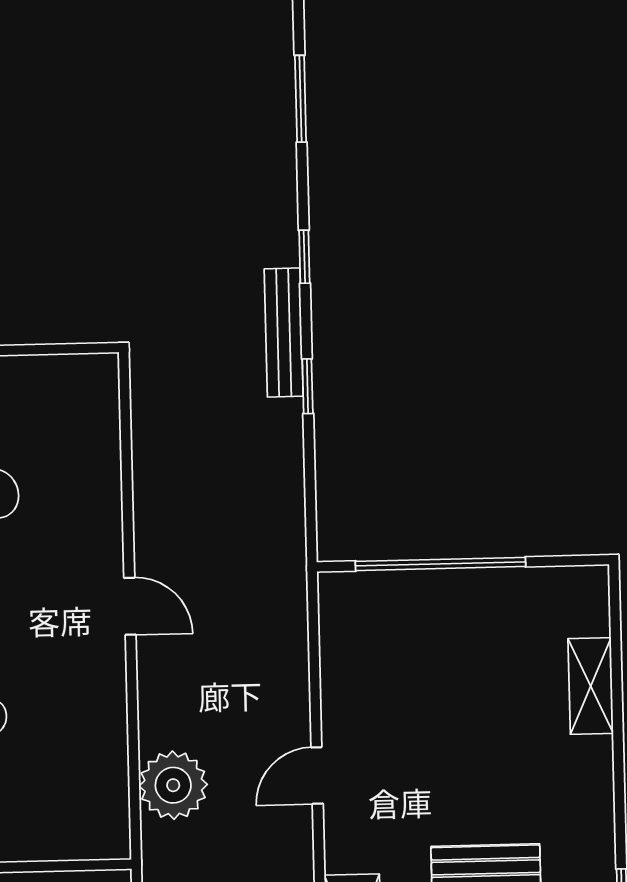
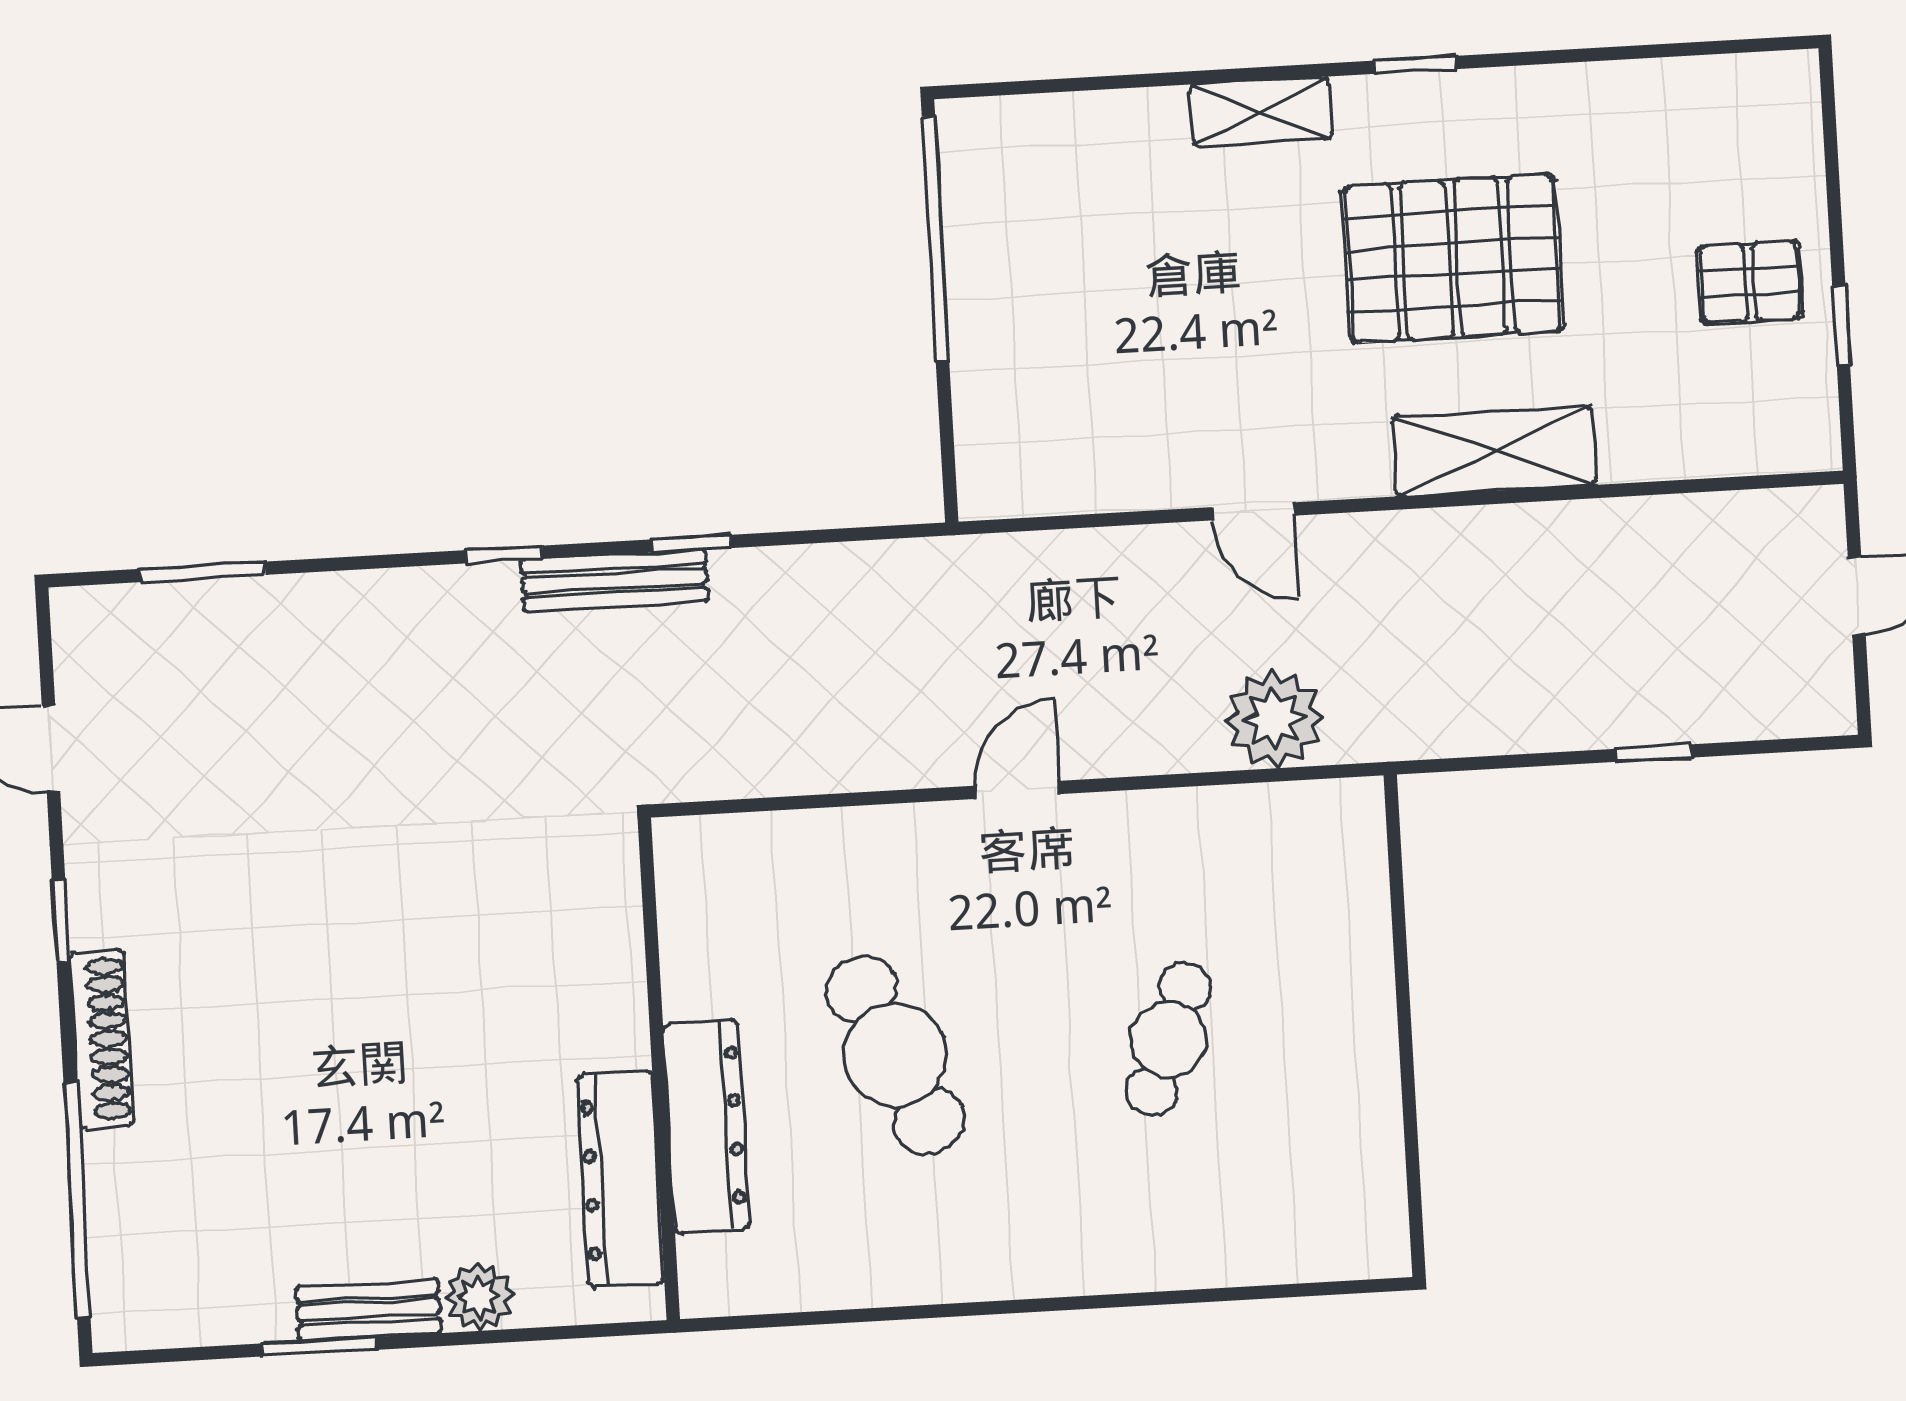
window: (301, 99) -> (202, 572), moved
window: (440, 564) -> (935, 239), moved
shelving: (591, 686) -> (1261, 112), moved

